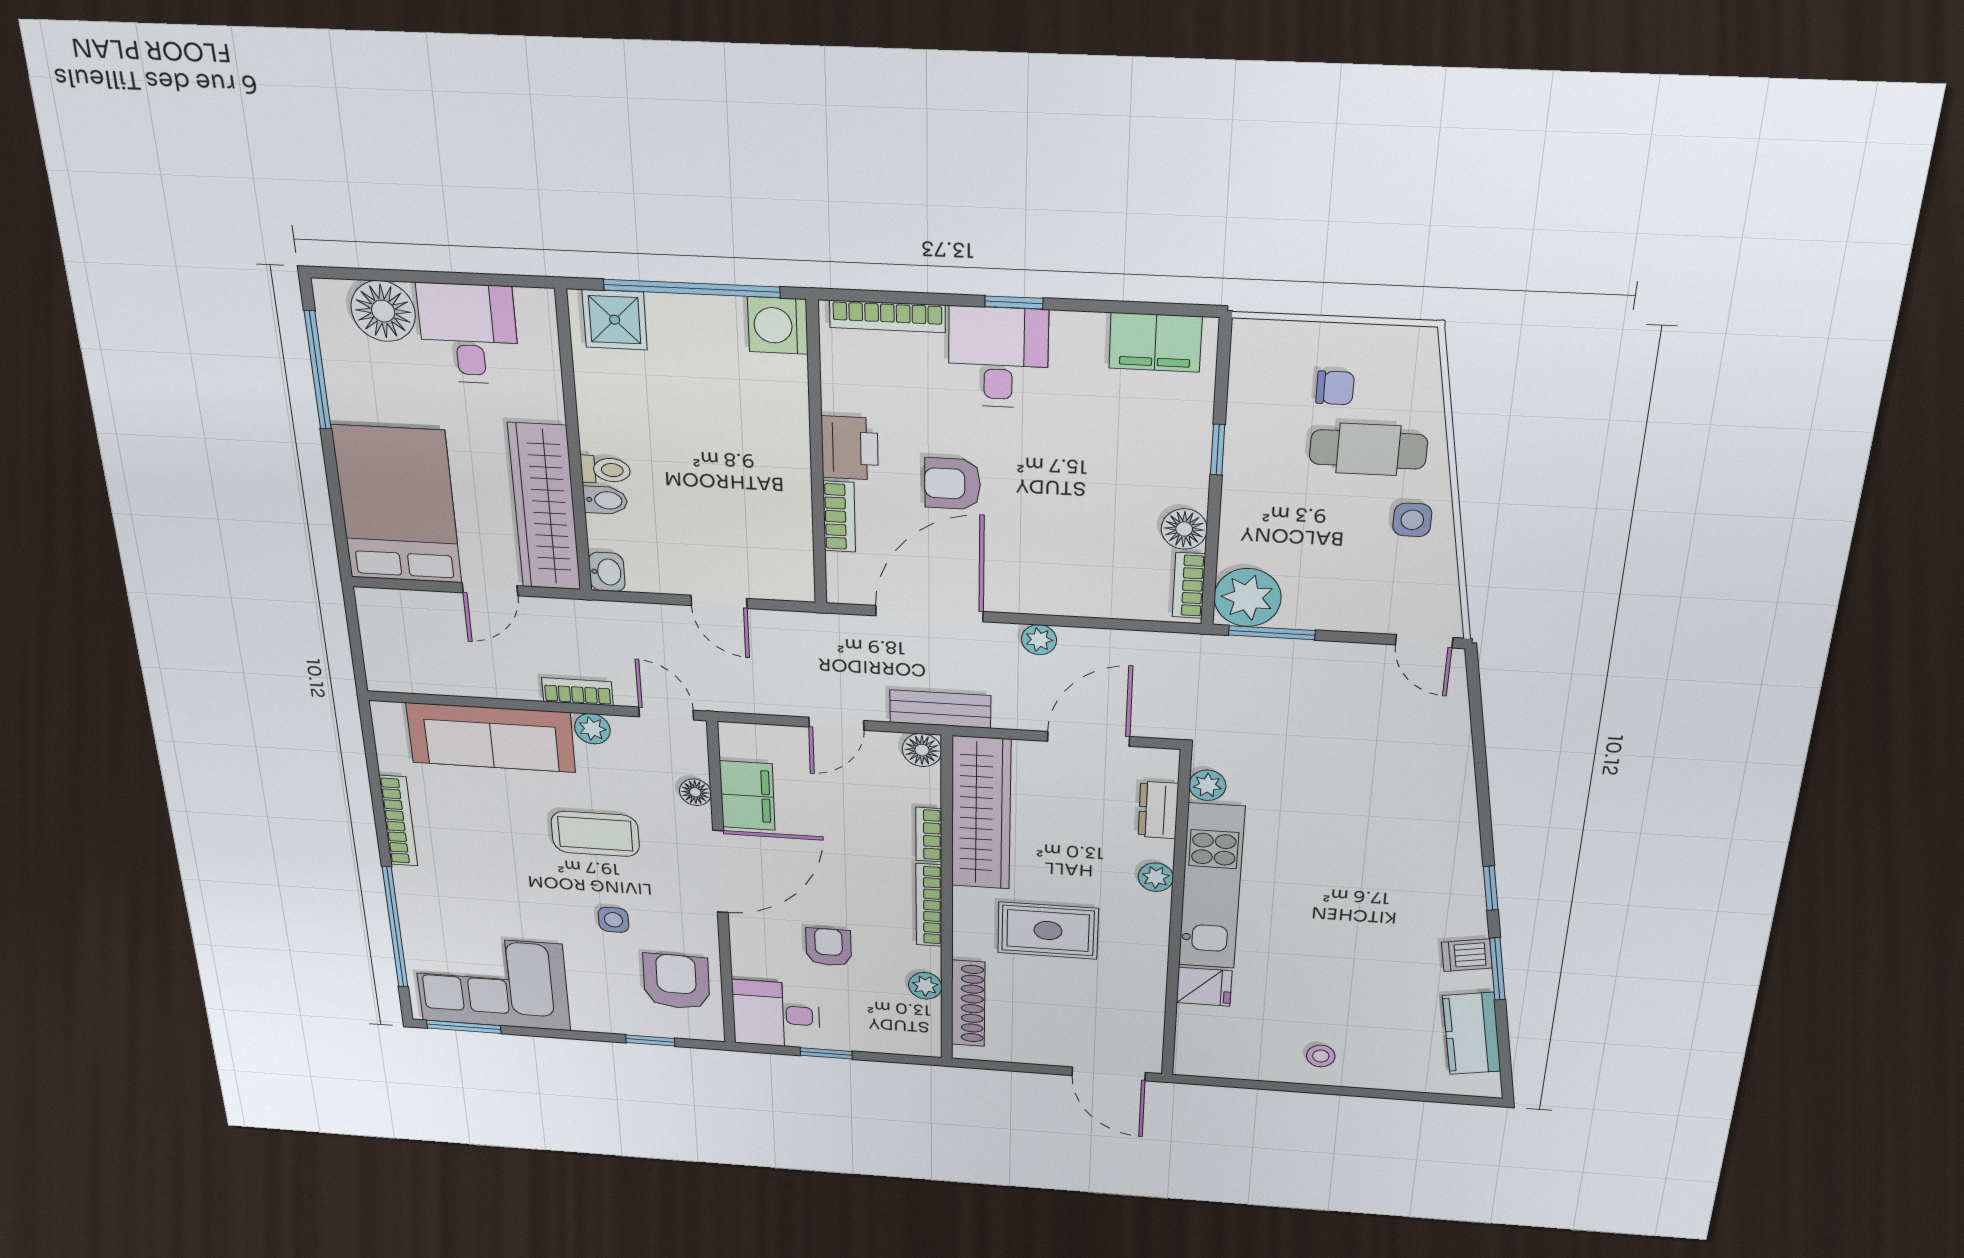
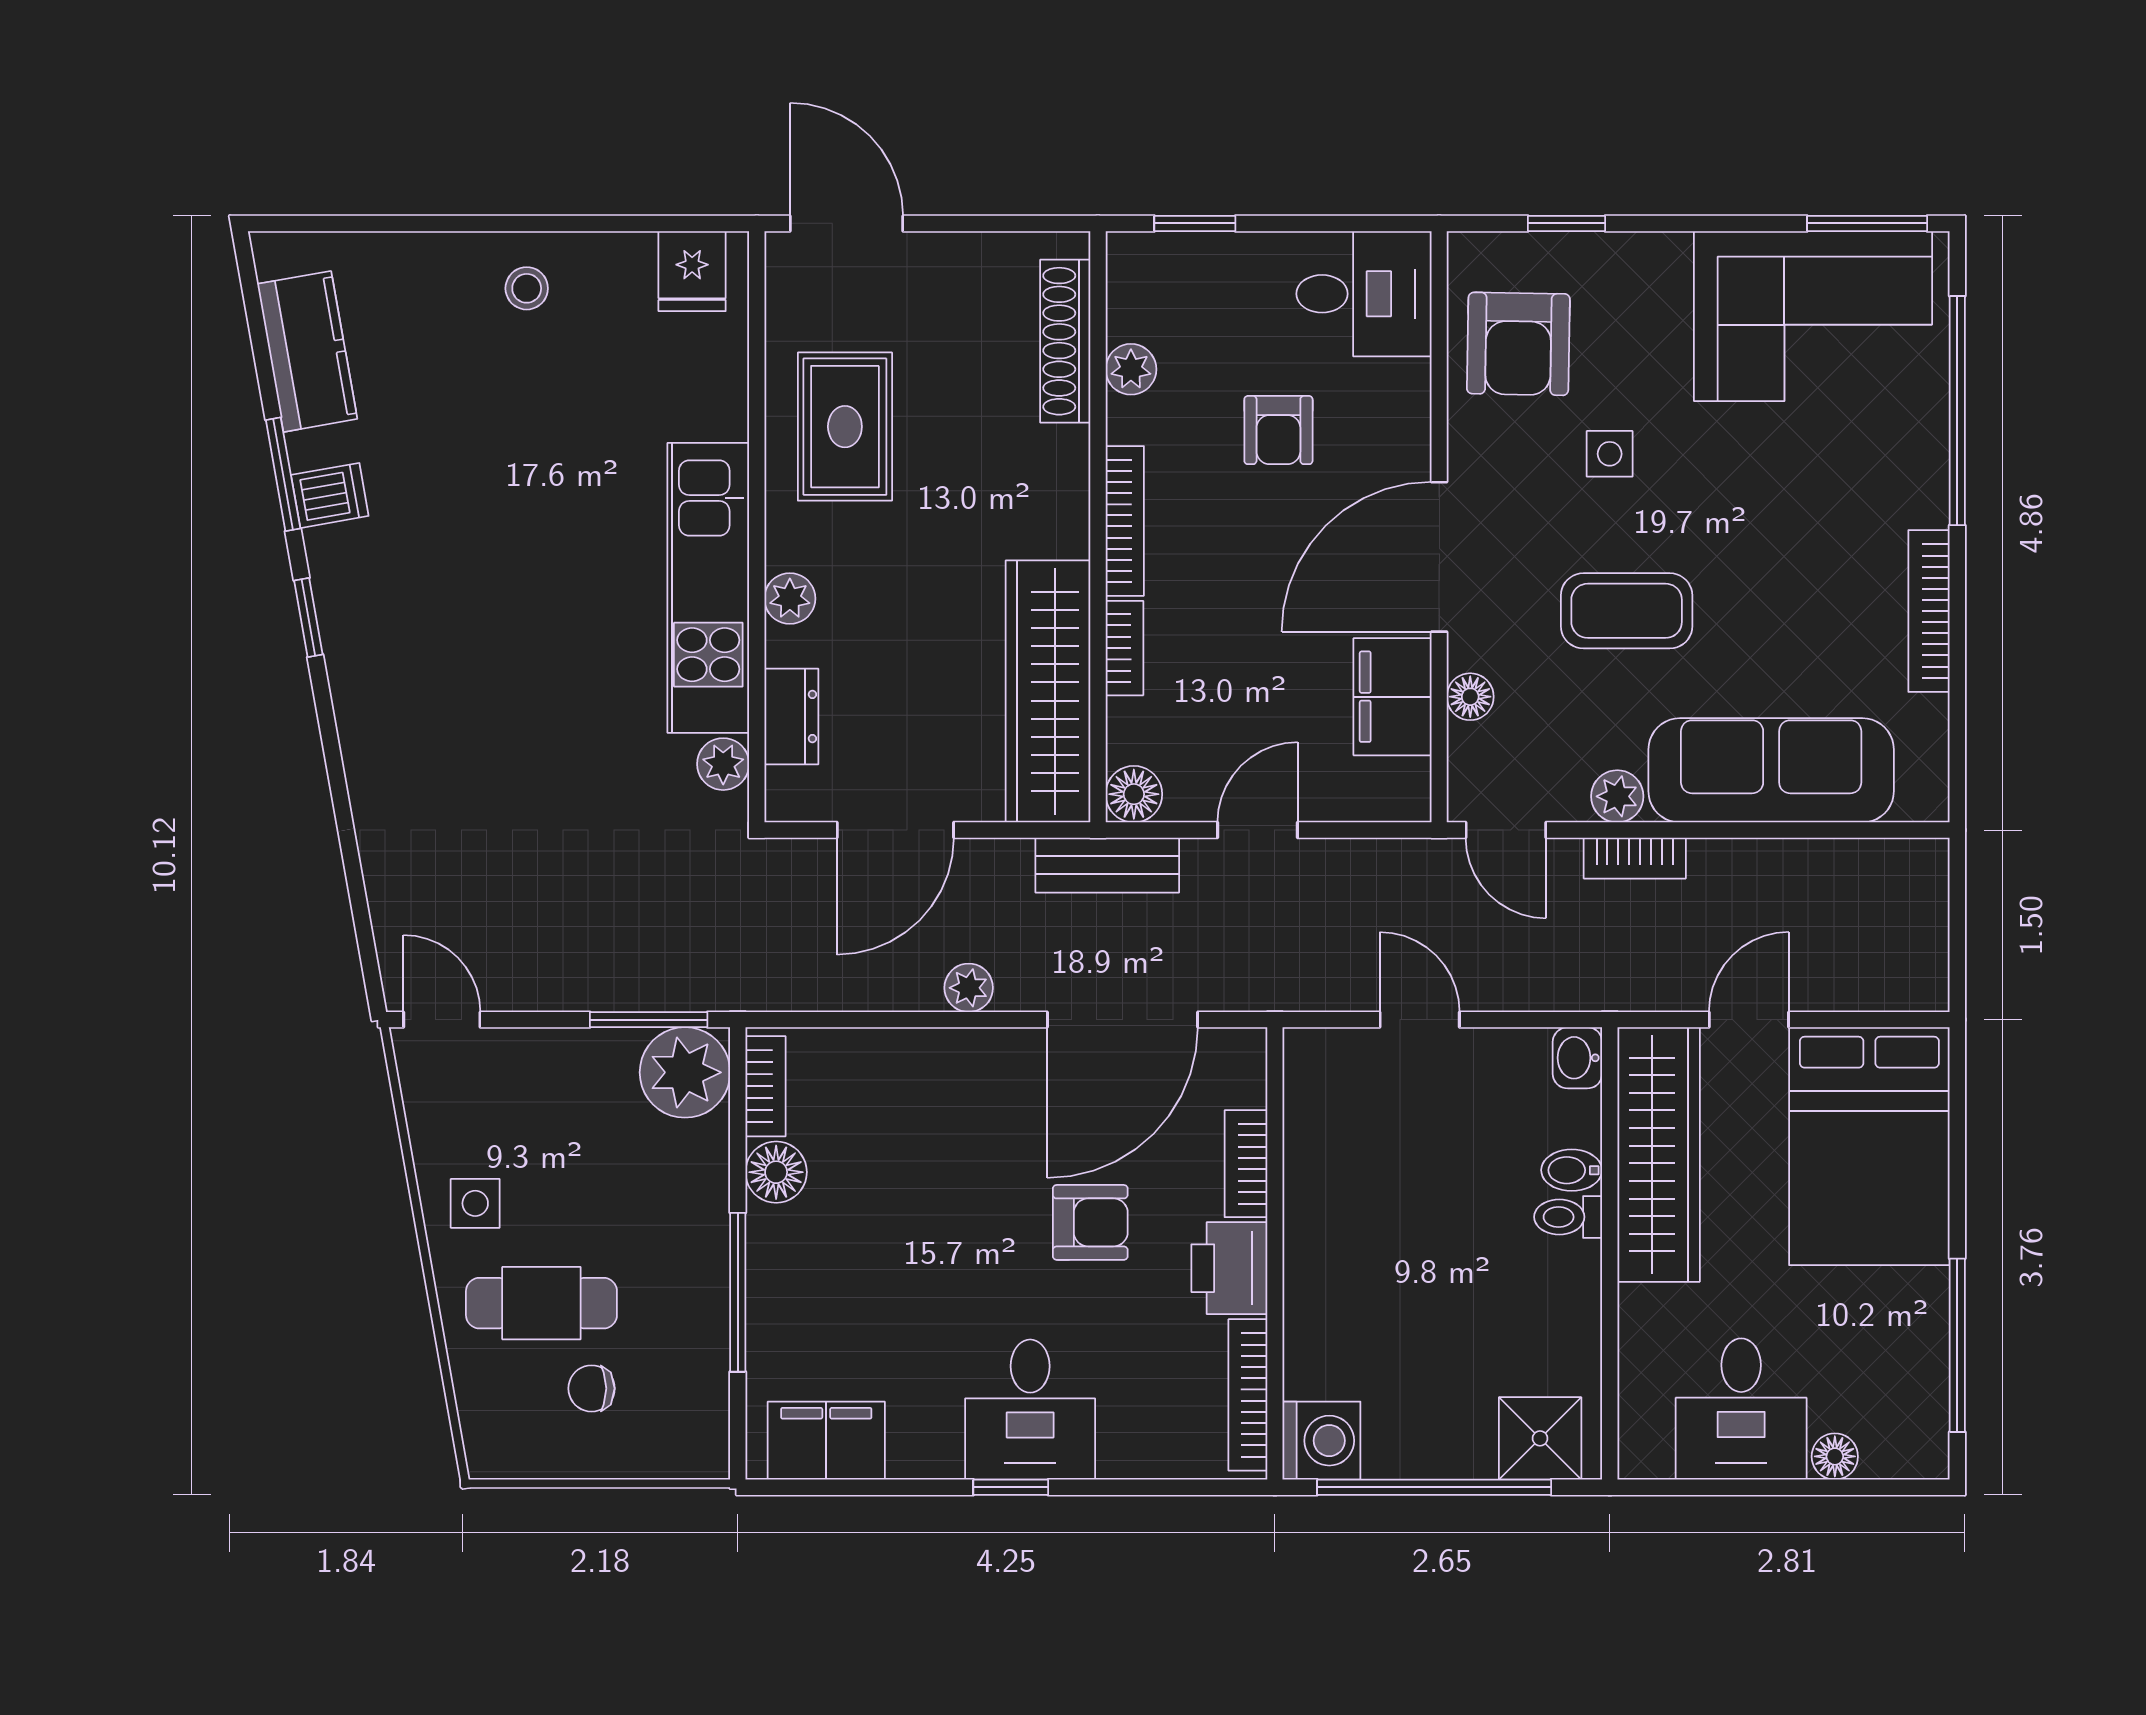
floor lamp: (383, 311) -> (1835, 1456), width x0.53, depth x0.53
bookcase: (887, 316) -> (1248, 1395), moved, turned -90
window: (1218, 450) -> (738, 1292), width x2.17
rug: (1048, 931) -> (845, 427), moved, turned 90
fridge: (1204, 987) -> (692, 271), moved, turned -90
window: (826, 1053) -> (1195, 223), moved

